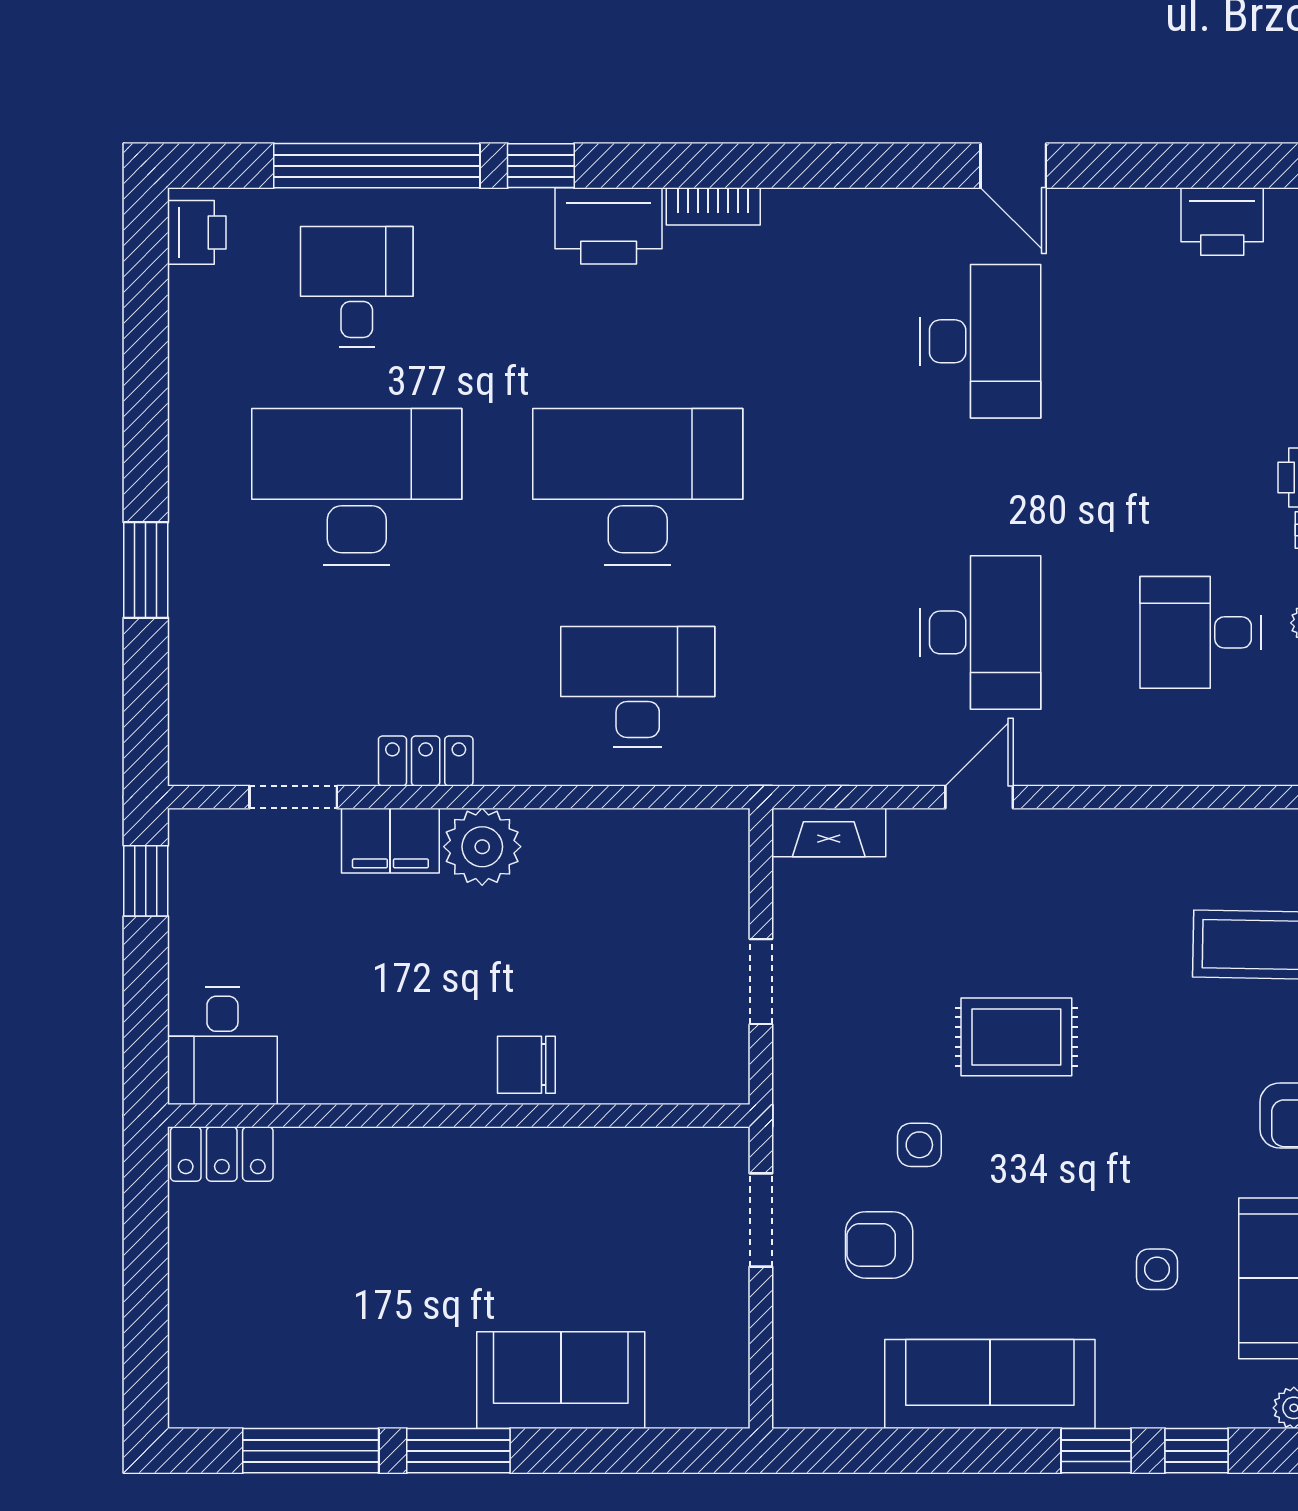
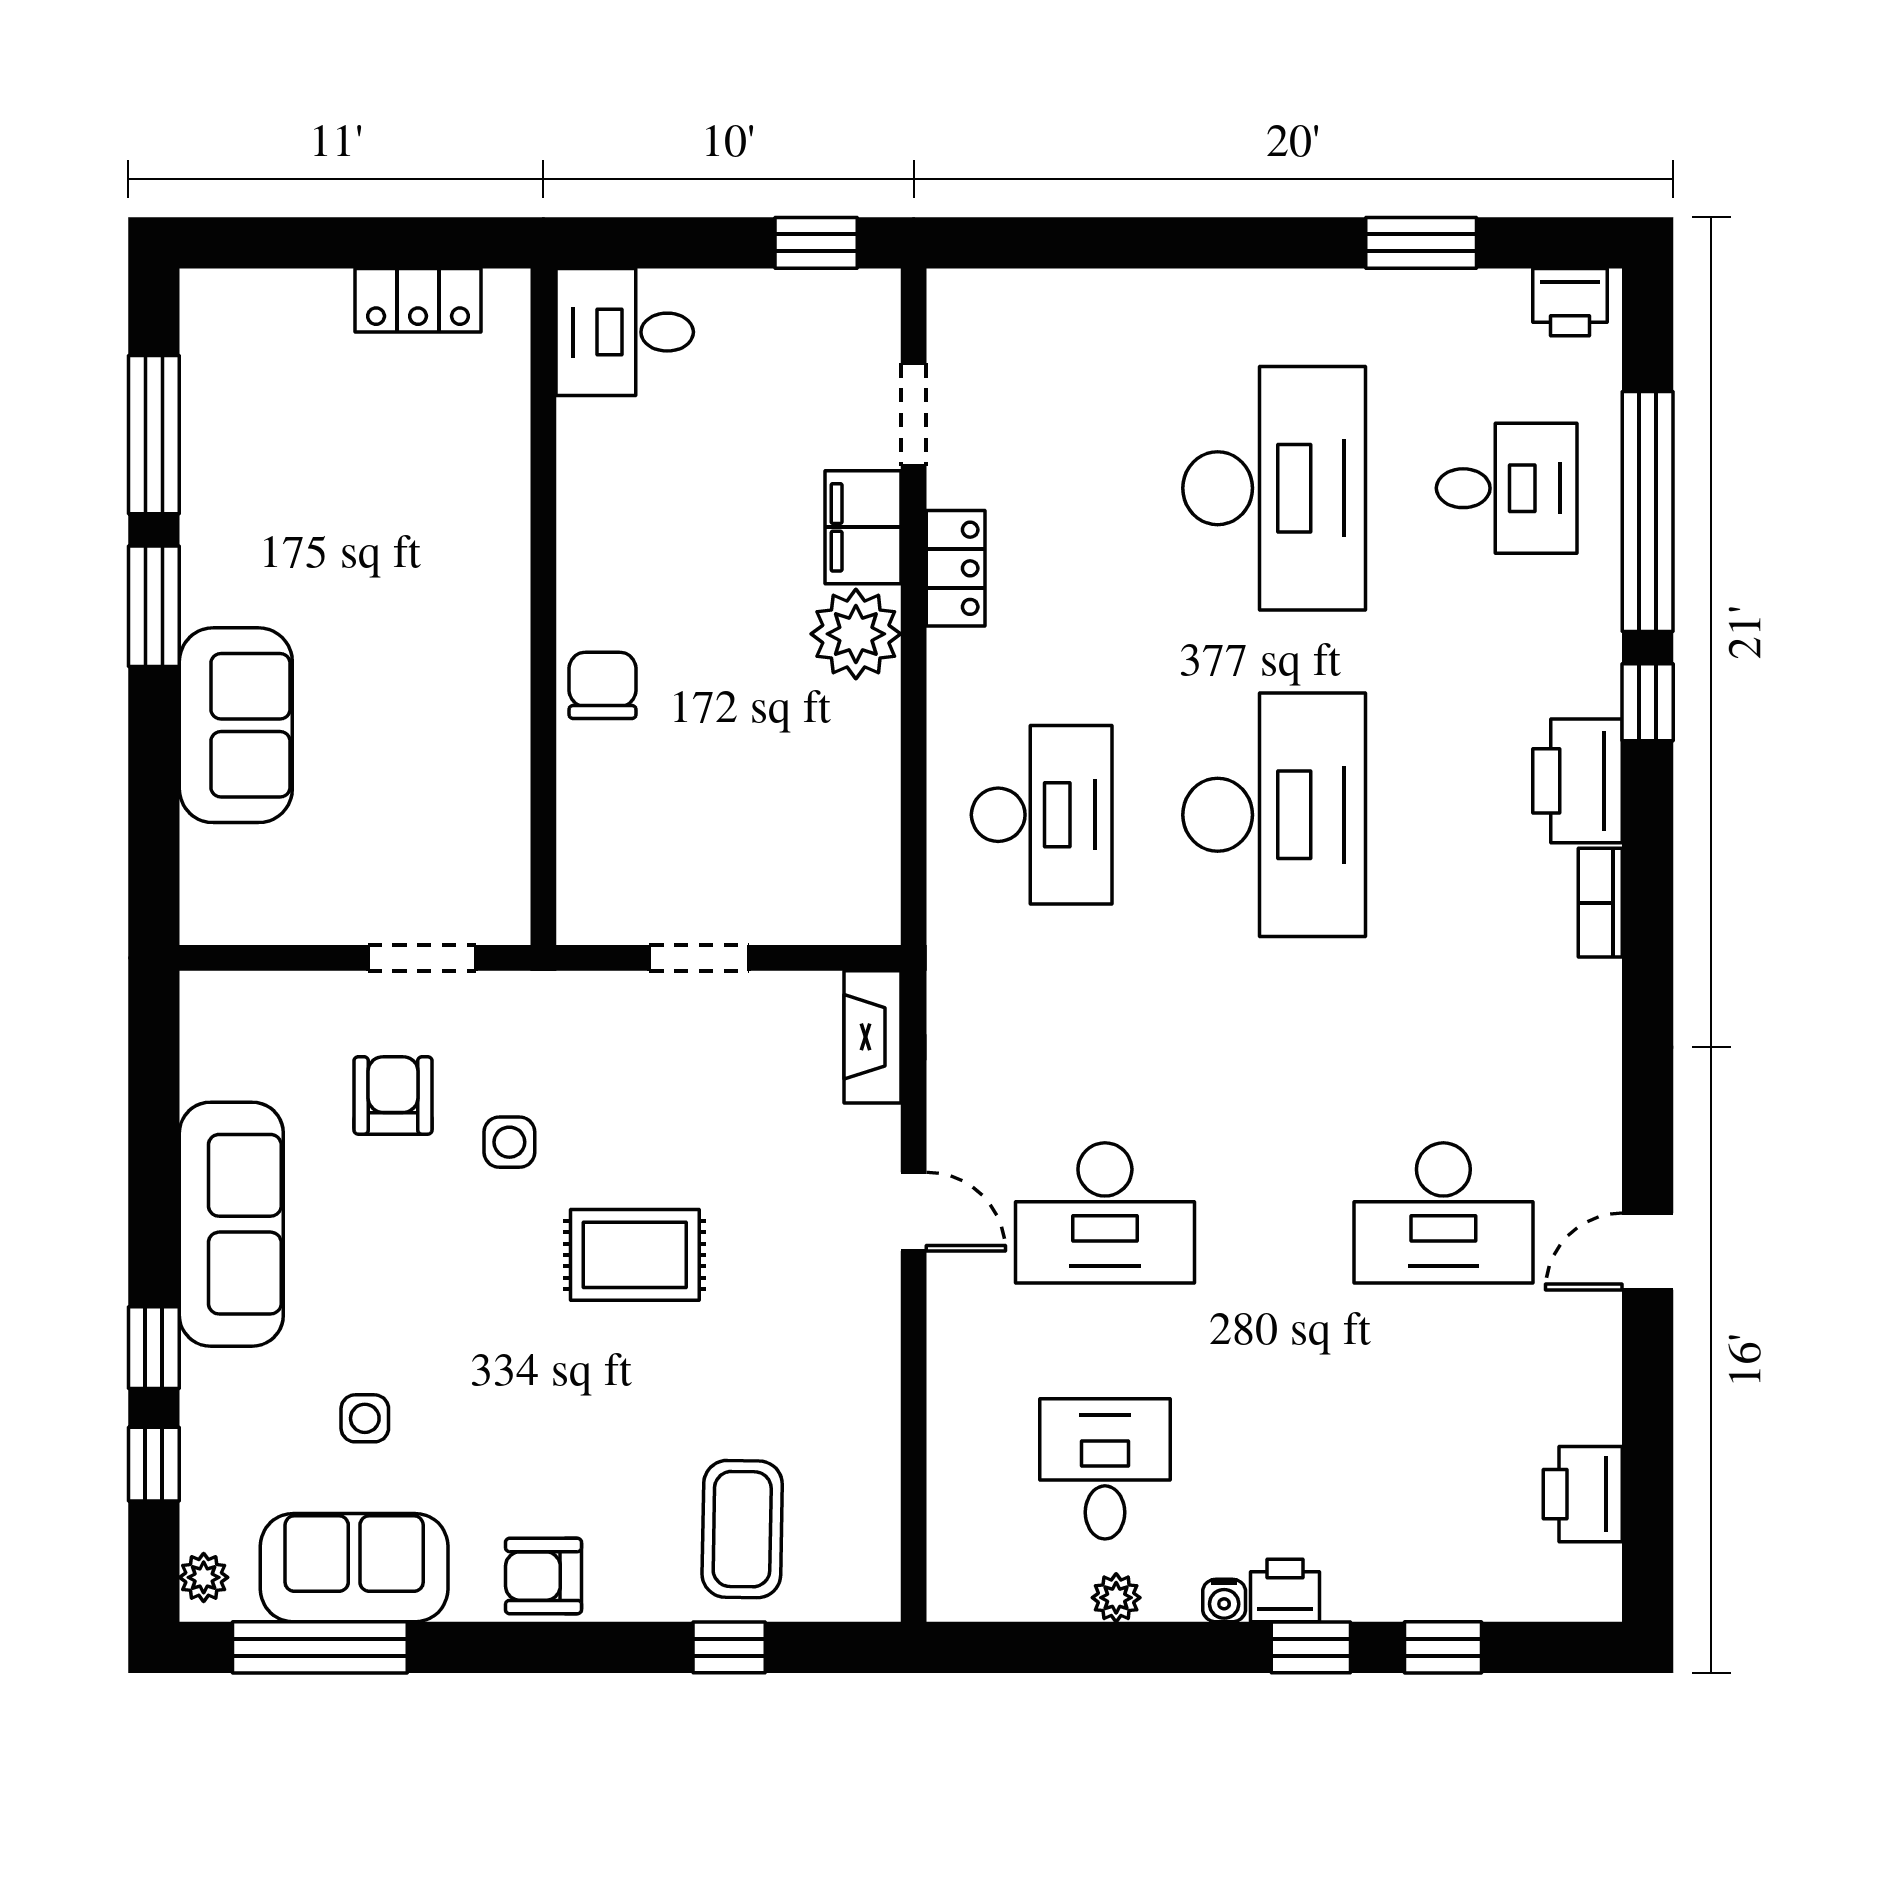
window: (146, 570) -> (1421, 243), moved
rug: (1016, 1037) -> (635, 1255), turned 90
locker: (222, 1154) -> (418, 300), moved, turned -90

